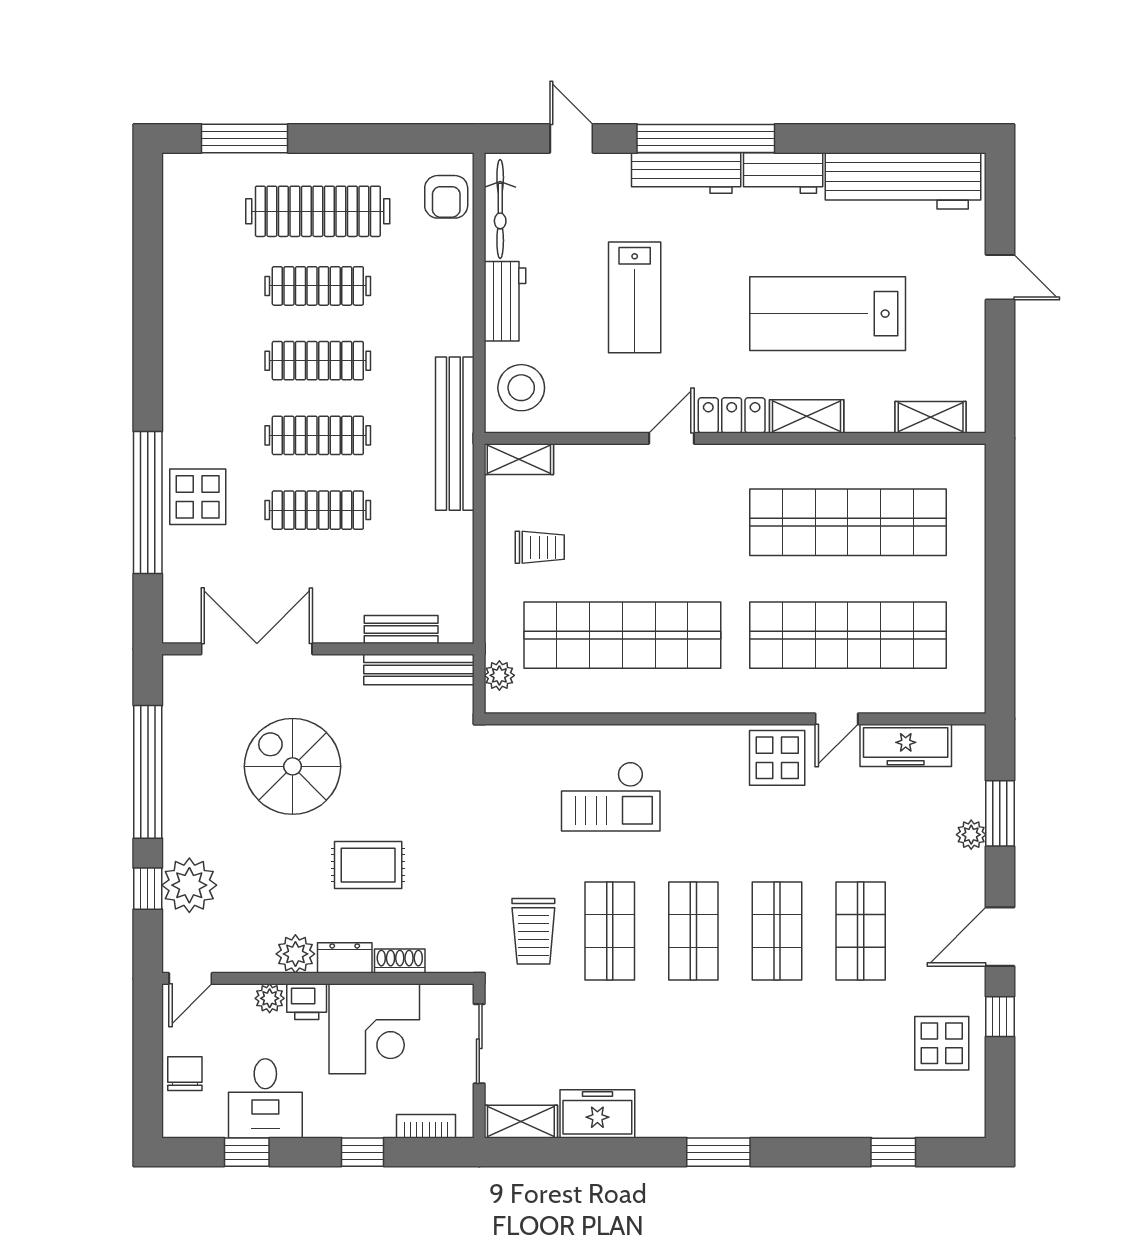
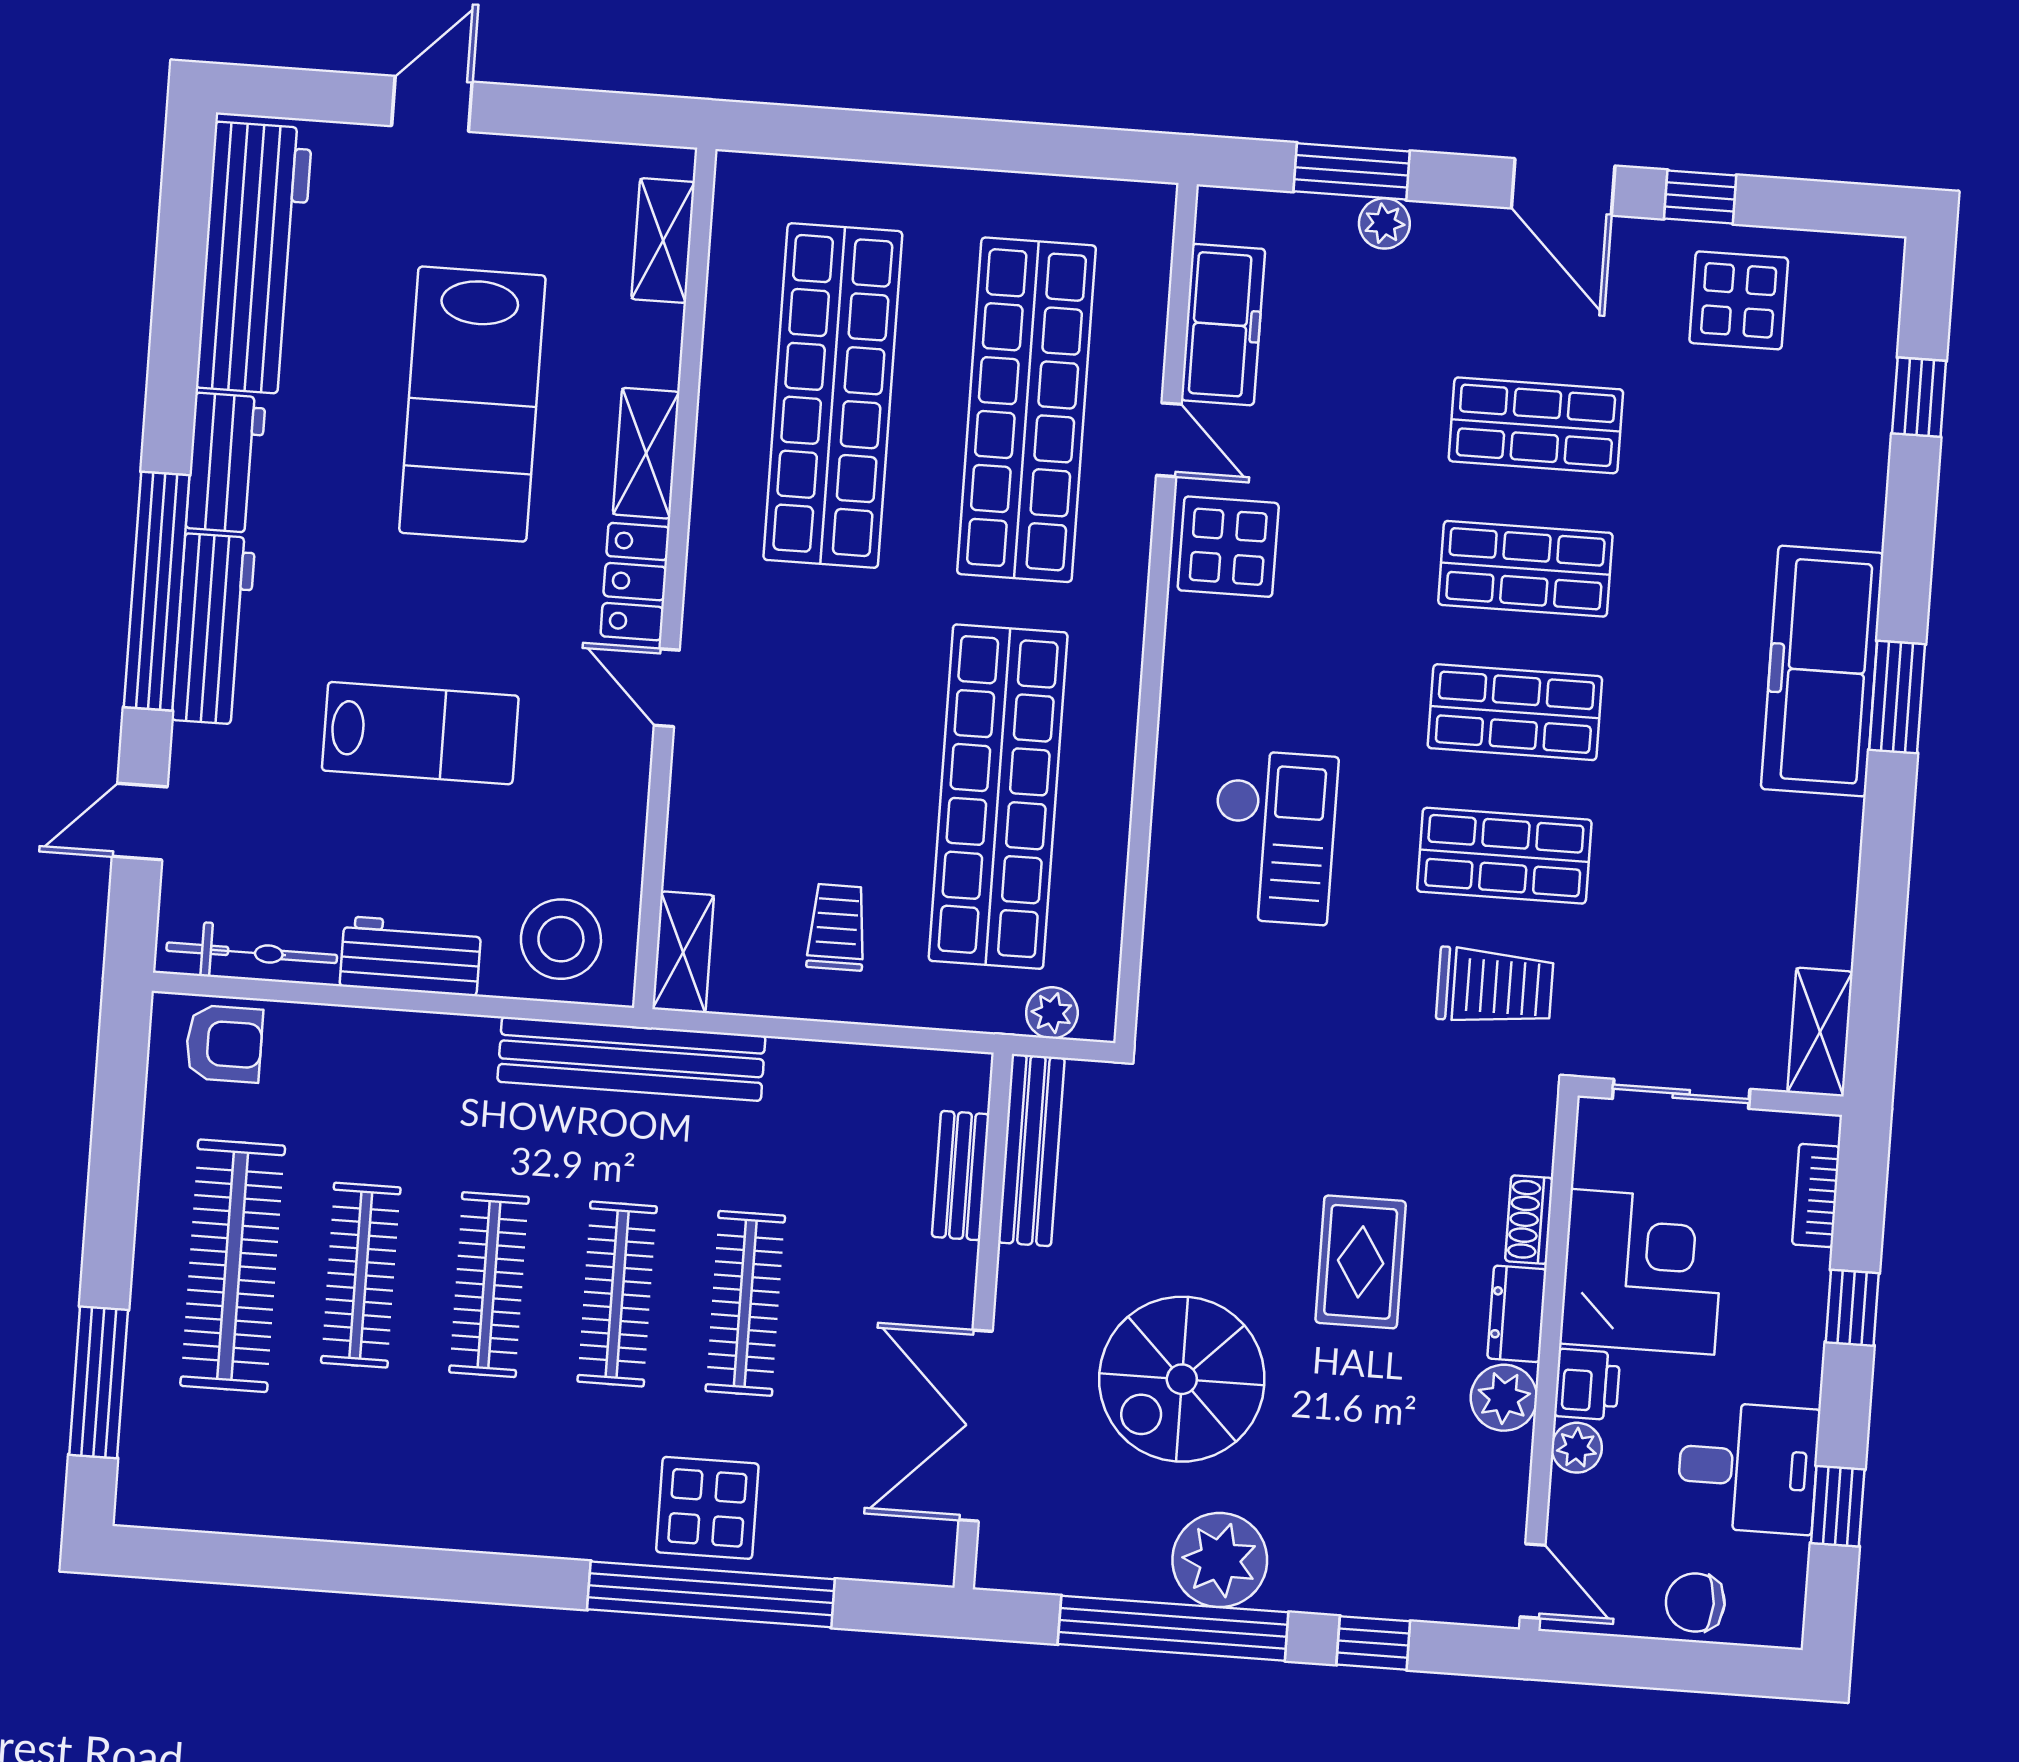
plant: (189, 885) -> (1220, 1560), moved
freezer: (597, 1114) -> (1822, 671), moved, width x1.91, depth x1.26

